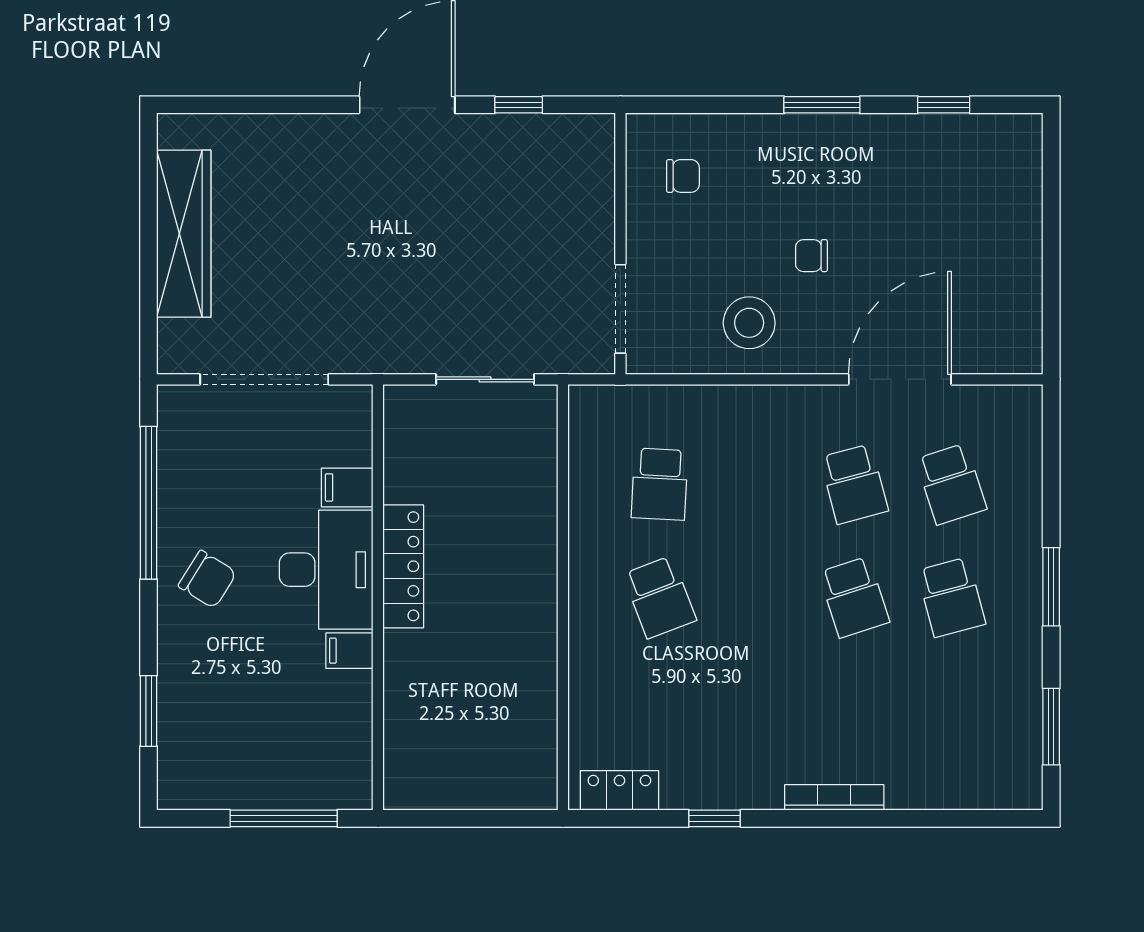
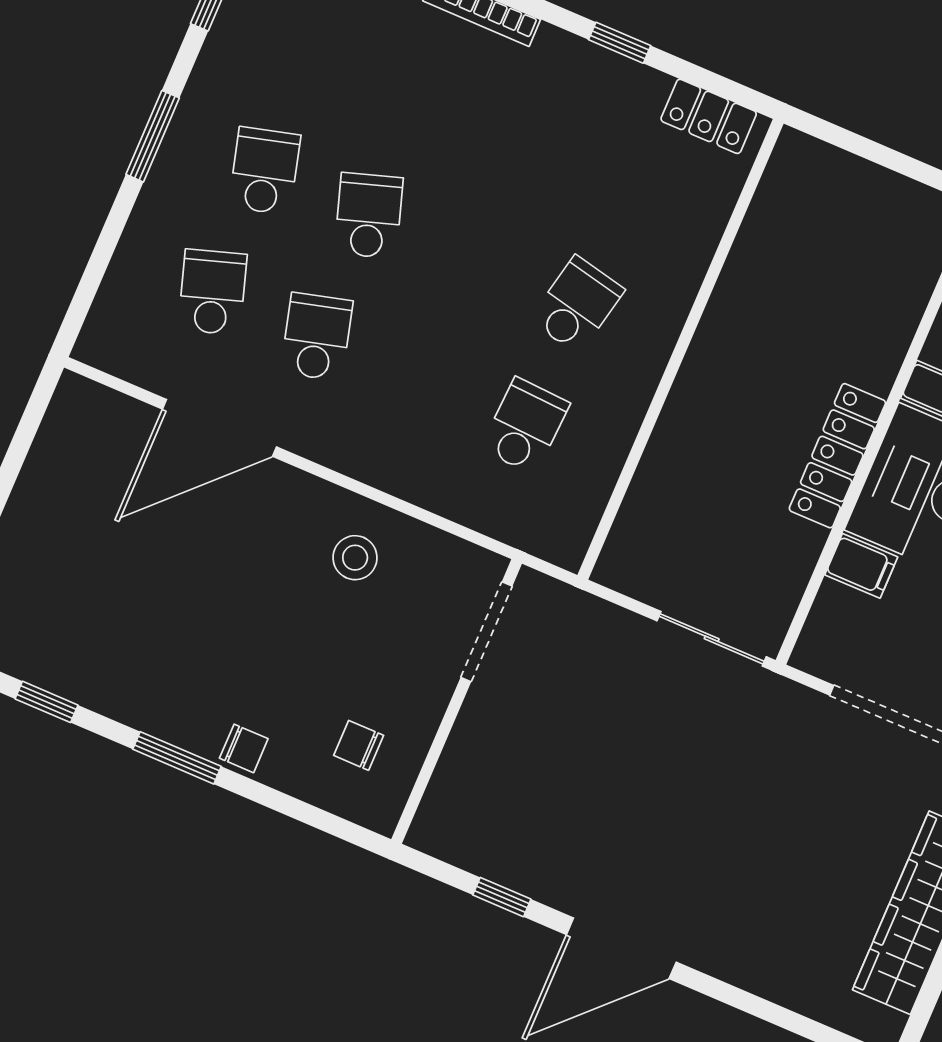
chair: (811, 256) -> (244, 748), moved
stool: (749, 323) -> (355, 558), width x0.73, depth x0.73
sliding door: (485, 379) -> (712, 639), moved
school desk: (660, 597) -> (577, 305), turned 33

